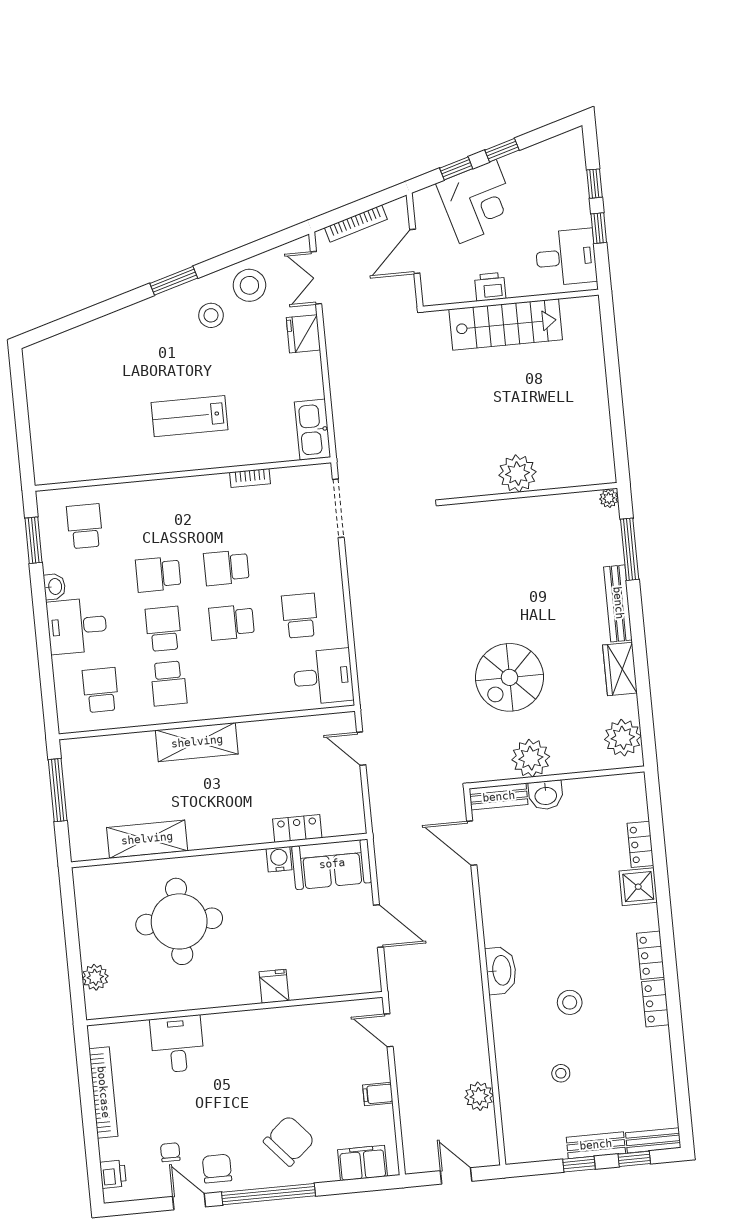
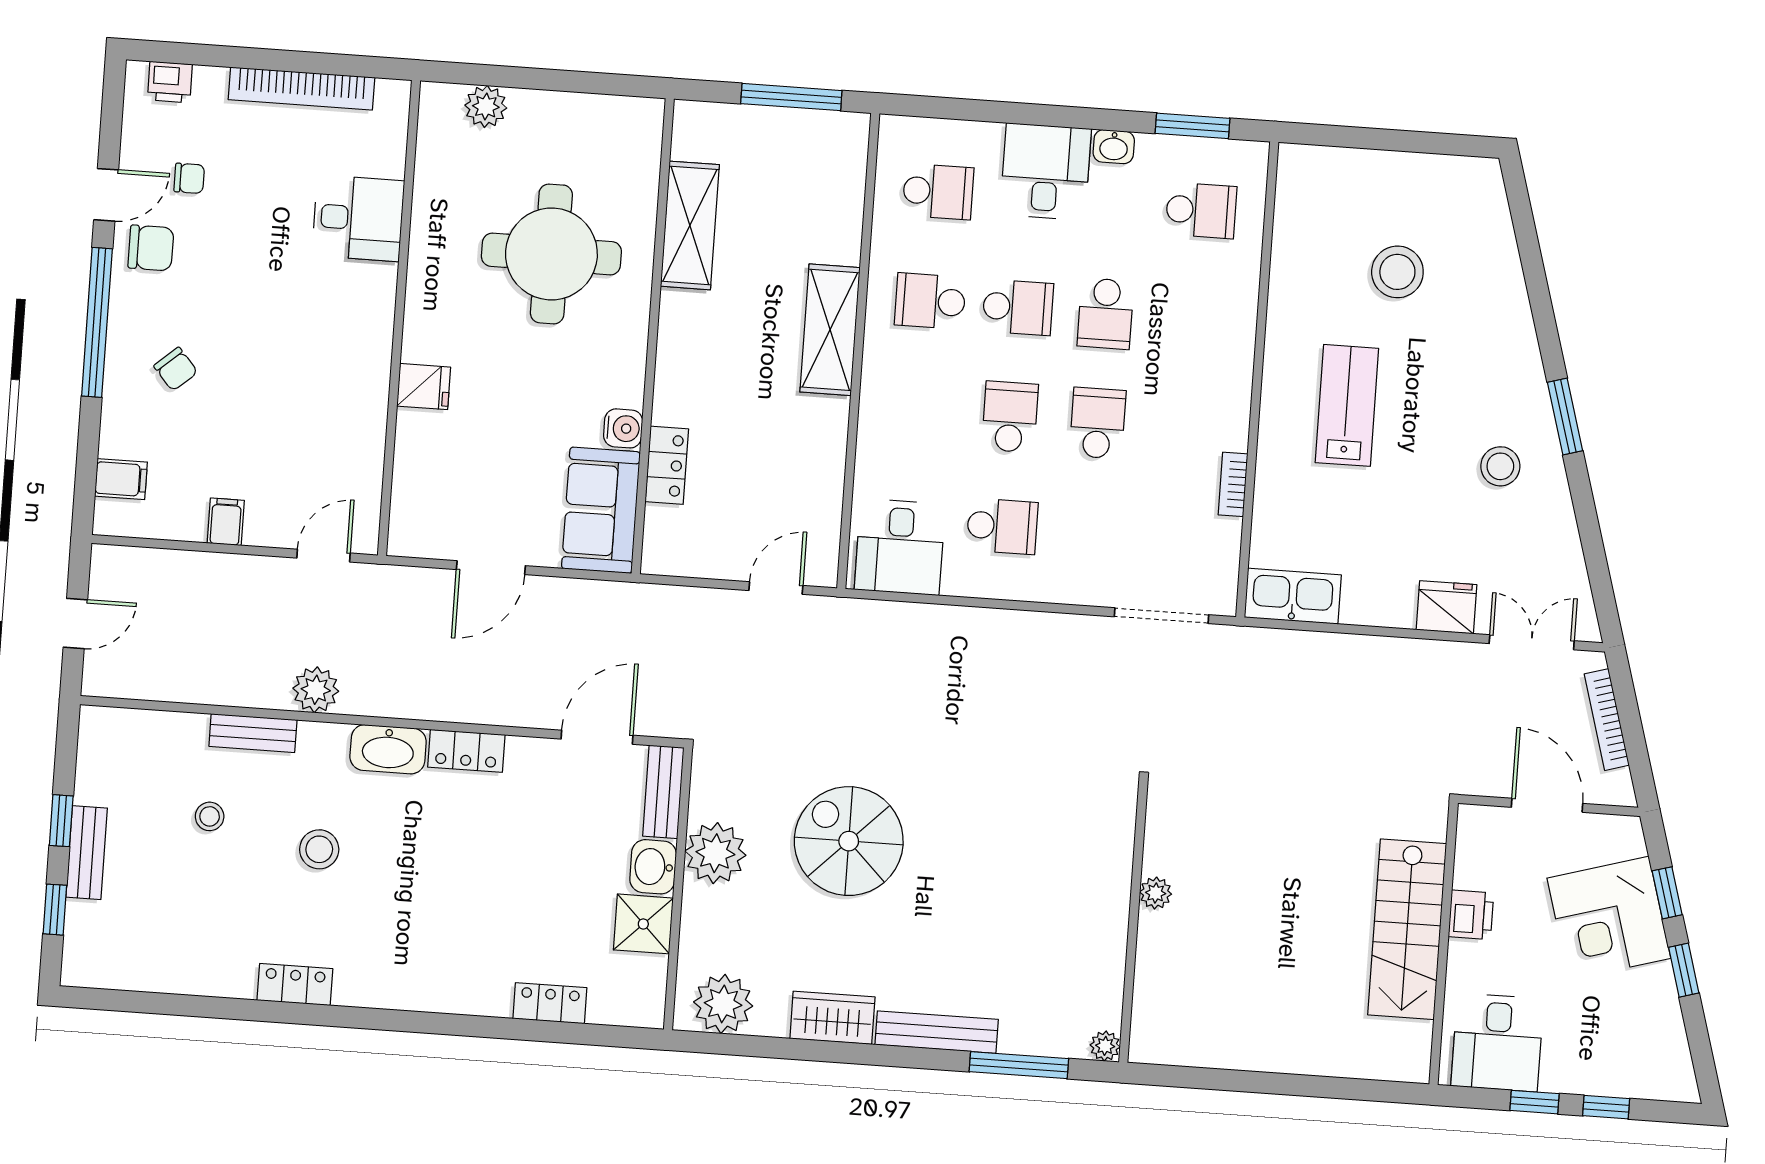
stool: (249, 285) -> (1397, 272), moved
plant: (517, 473) -> (1156, 893), width x0.53, depth x0.53
school desk: (158, 574) -> (1106, 314), turned 180
shower: (638, 887) -> (643, 924), moved
locker: (651, 955) -> (466, 751), moved, turned 180
plant: (479, 1096) -> (316, 690), moved
bench: (653, 1140) -> (253, 733), moved, turned 90
chair: (289, 1141) -> (176, 369), width x0.54, depth x0.54
filing cabinet: (362, 1163) -> (121, 479), width x0.50

